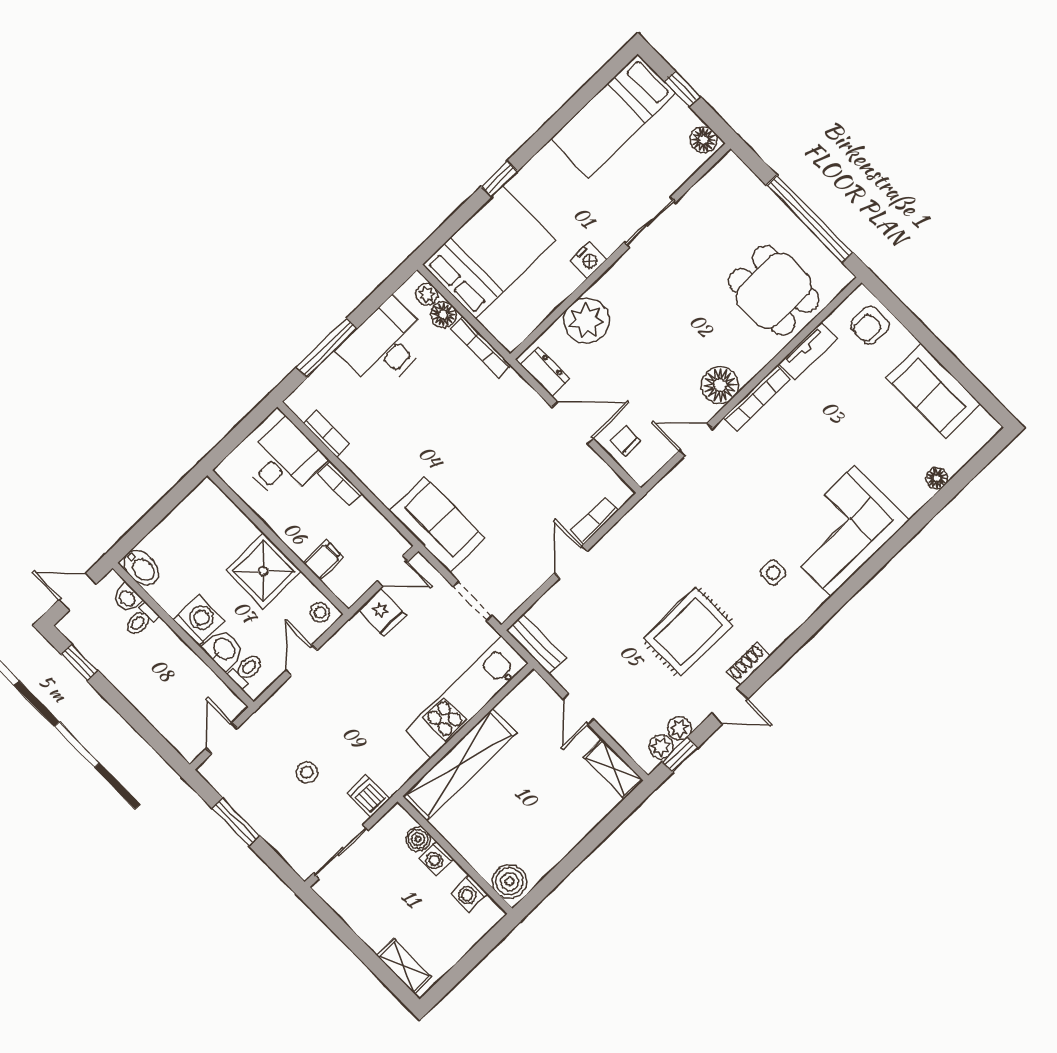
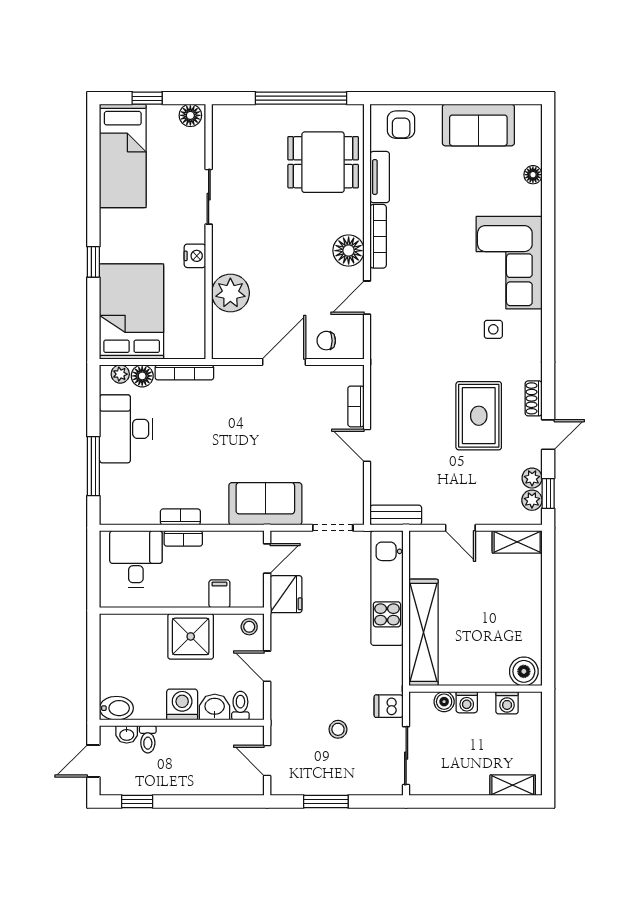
dresser: (545, 372) -> (237, 348), removed
bookcase: (327, 434) -> (180, 517), moved
fridge: (382, 612) -> (286, 594), width x1.38

